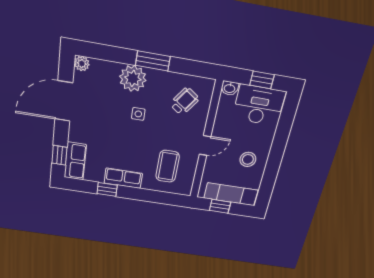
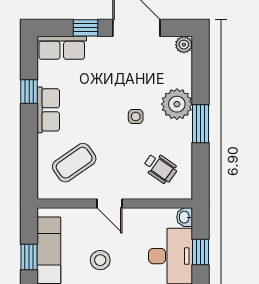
window: (59, 155) -> (85, 28), moved
coffee table: (168, 166) -> (74, 163), turned -35
window: (220, 206) -> (29, 257), moved

